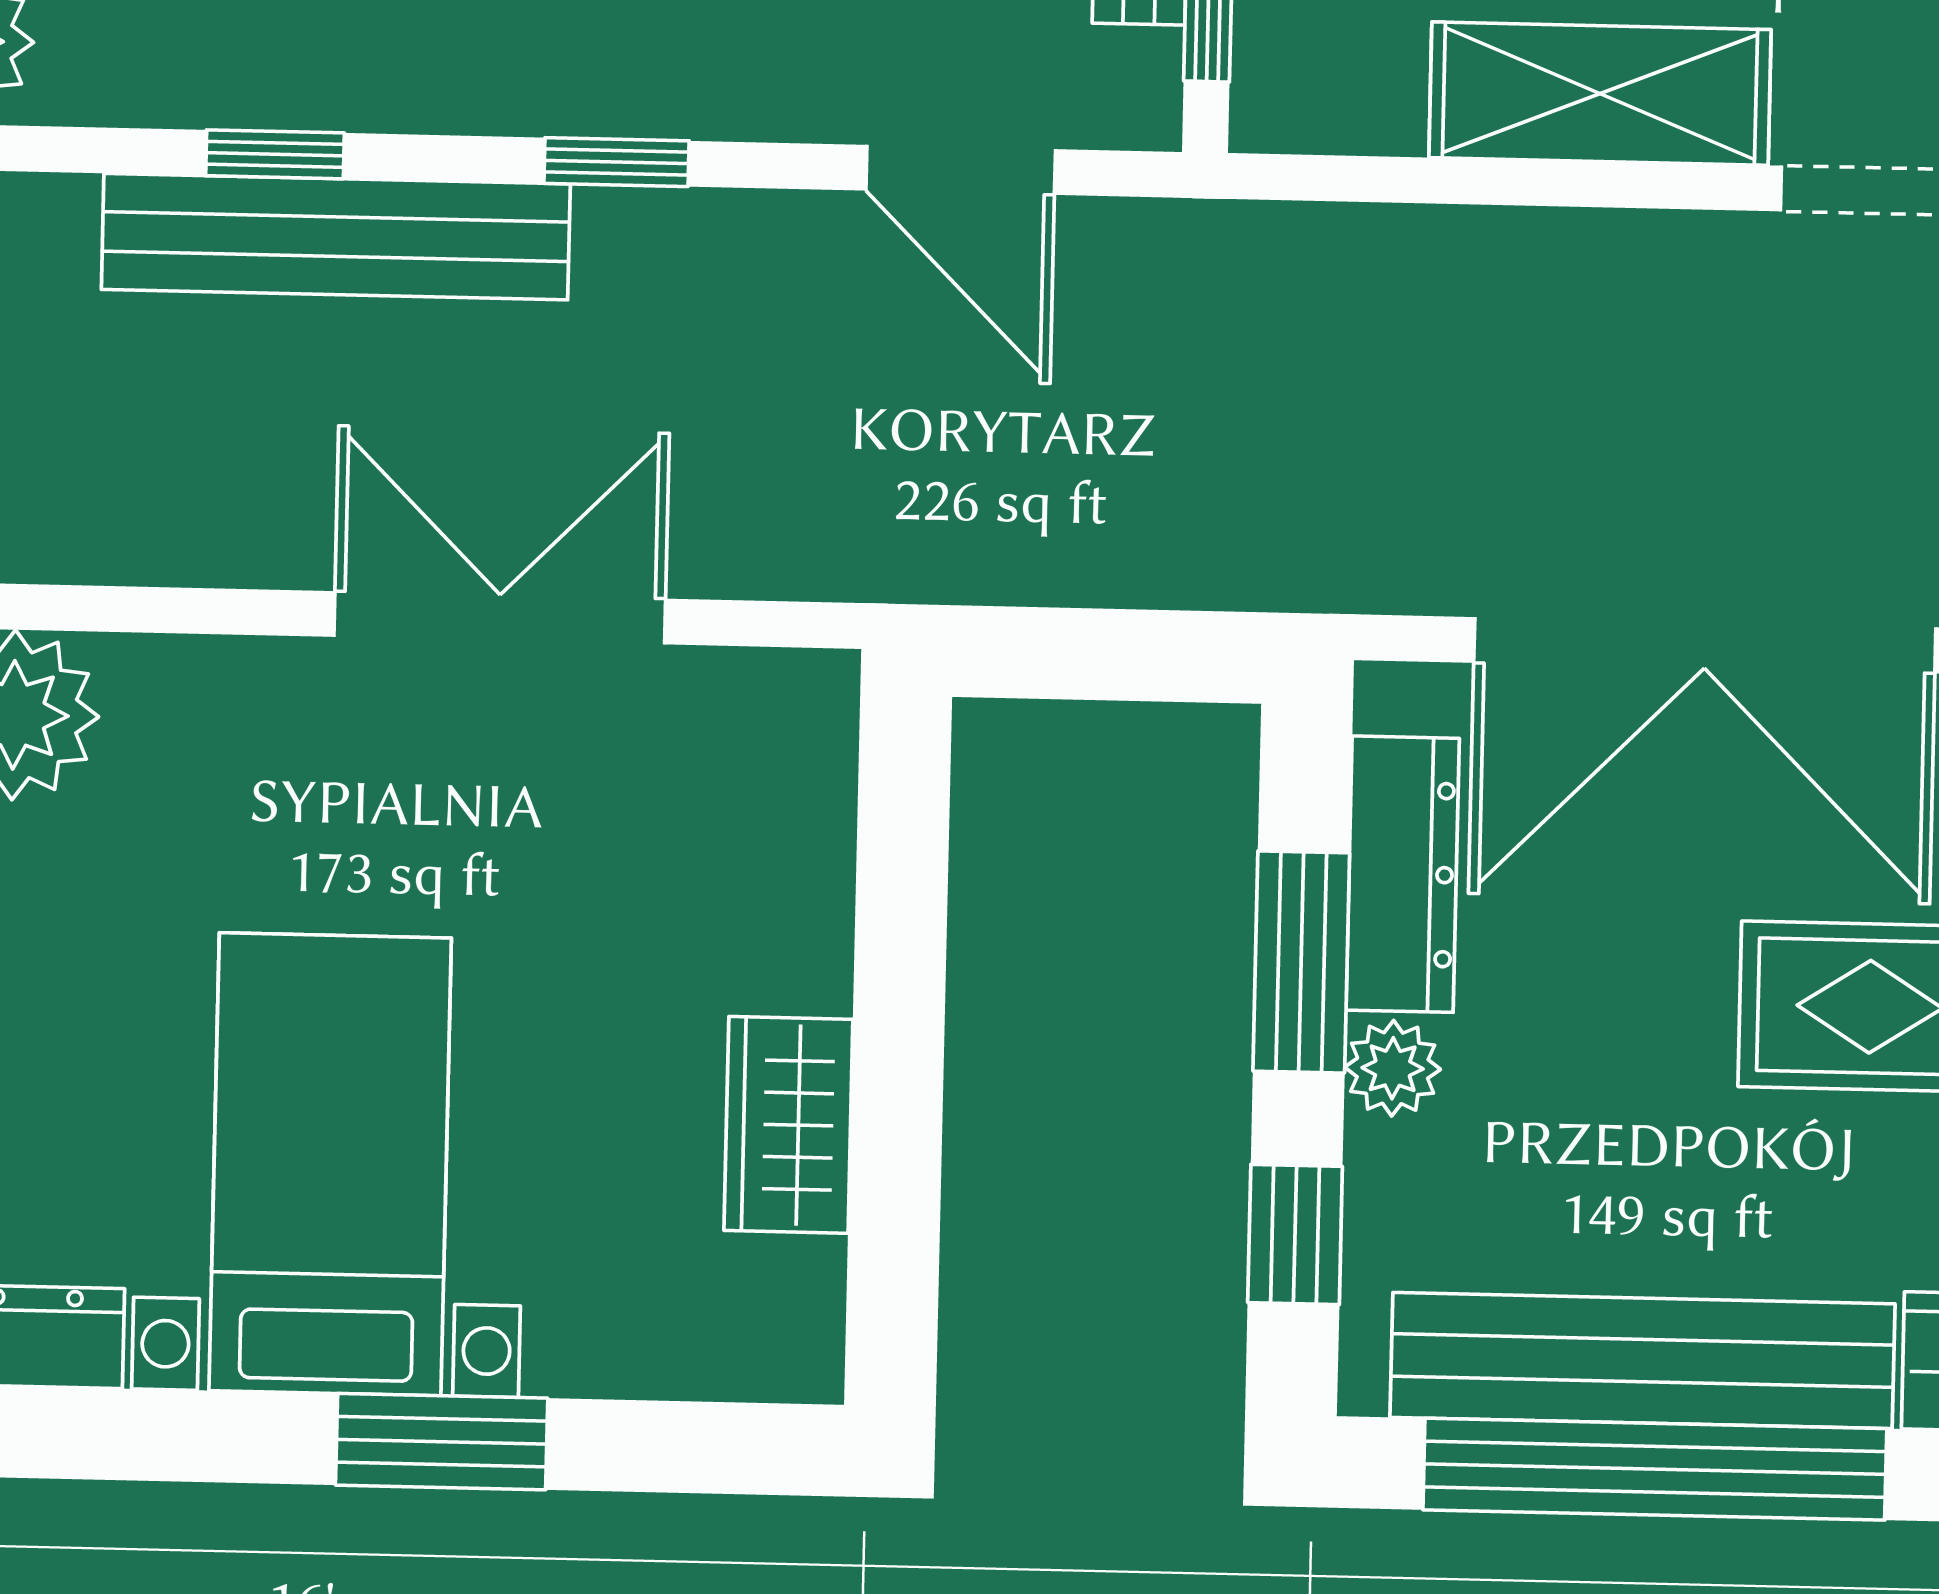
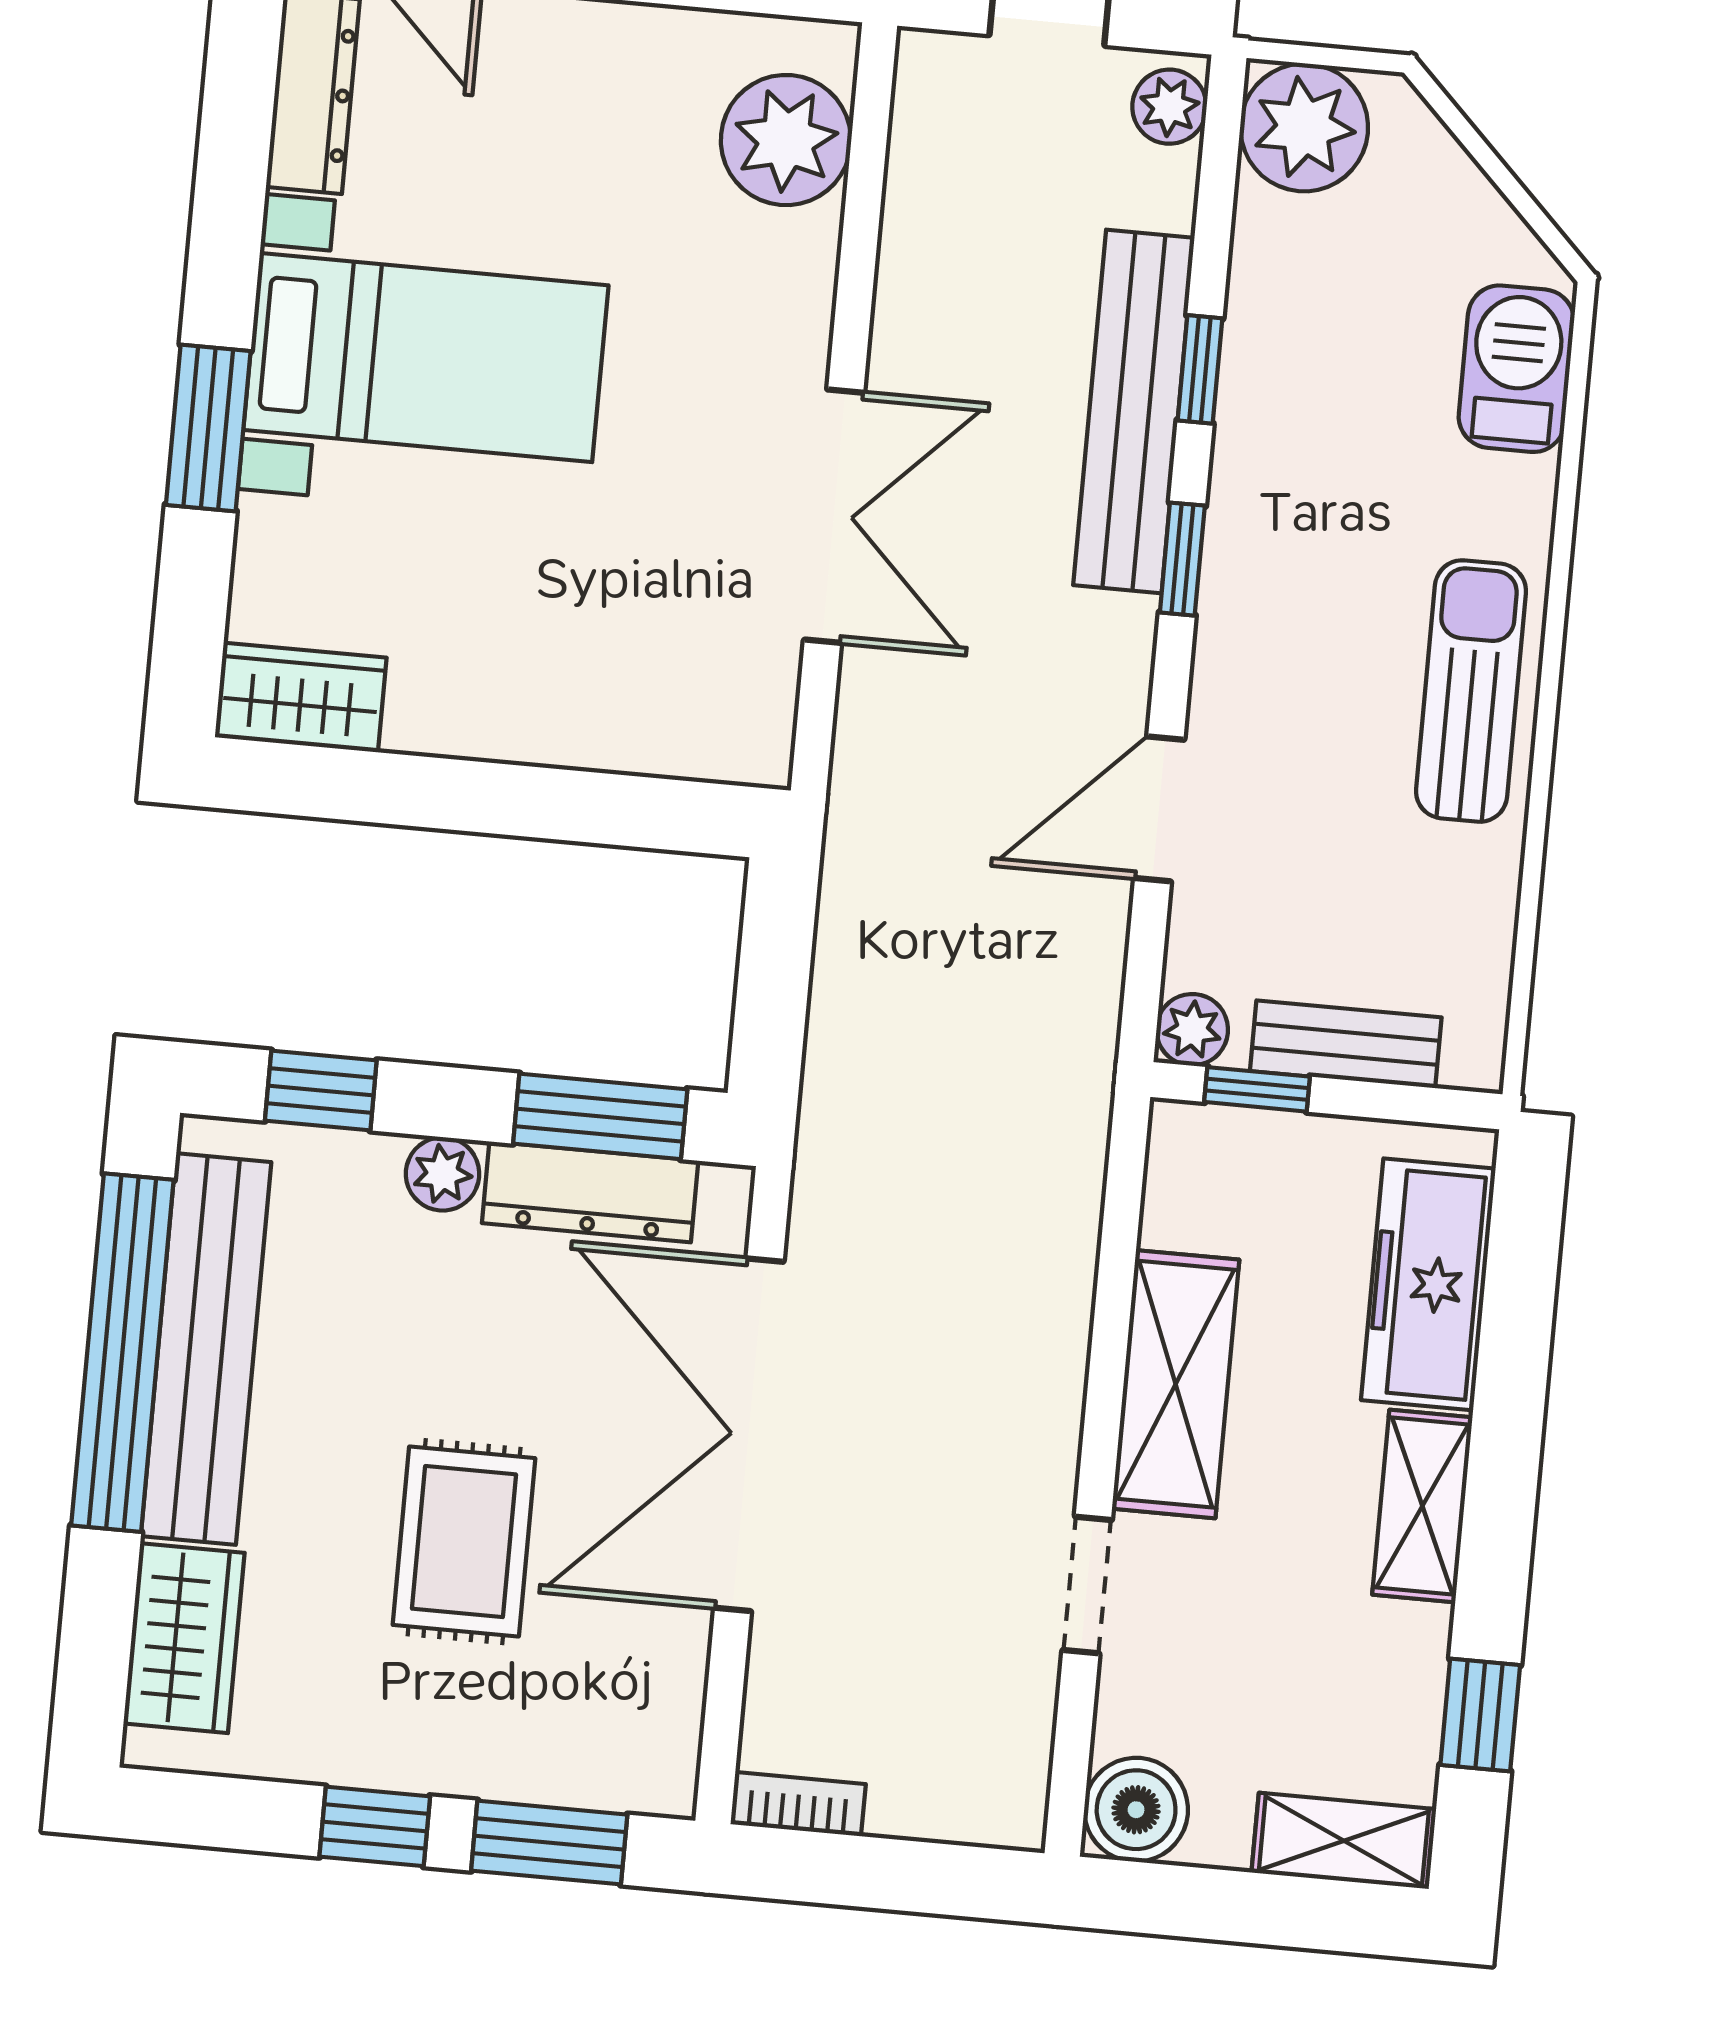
plant: (1136, 104) -> (1192, 1030), added
window: (617, 162) -> (1182, 559), moved
door: (961, 170) -> (1159, 809), moved
window: (1301, 962) -> (600, 1116), moved
wardrobe: (788, 1125) -> (301, 697), moved

